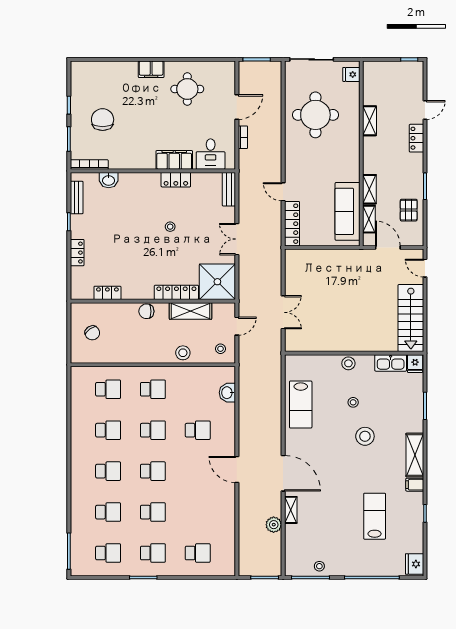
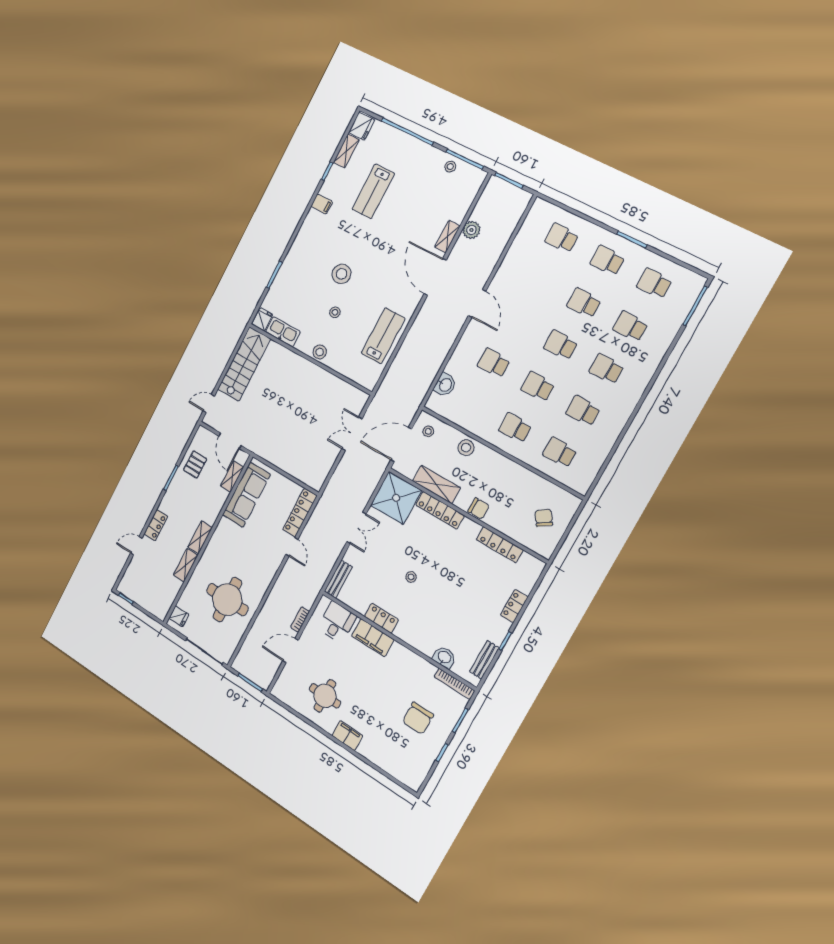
shelving: (369, 189) -> (200, 537), moved
door: (425, 268) -> (209, 403), swing flipped
locker: (107, 293) -> (500, 545), width x1.53
door: (237, 326) -> (401, 445), width x1.87
shelving: (415, 455) -> (346, 151), moved, width x0.67, depth x0.75

